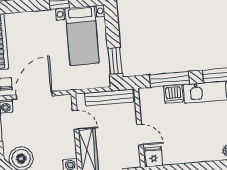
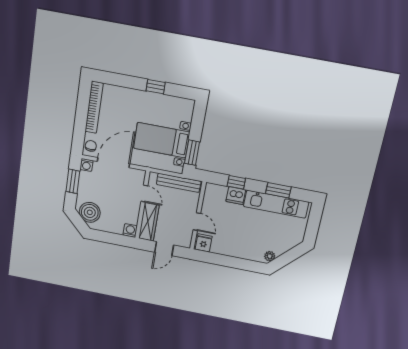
bed with nightstands: (82, 36) -> (162, 140), moved, turned 90
window: (170, 79) -> (236, 182), width x0.46

